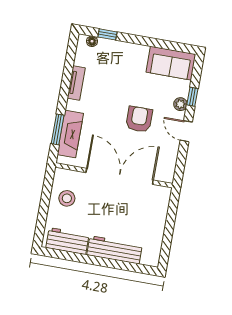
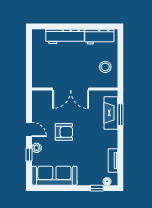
sofa: (171, 63) -> (54, 176), width x1.36
tv unit: (76, 83) -> (113, 161), moved
armchair: (139, 119) -> (64, 132), turned -90
double door: (120, 176) -> (71, 89), width x0.73

